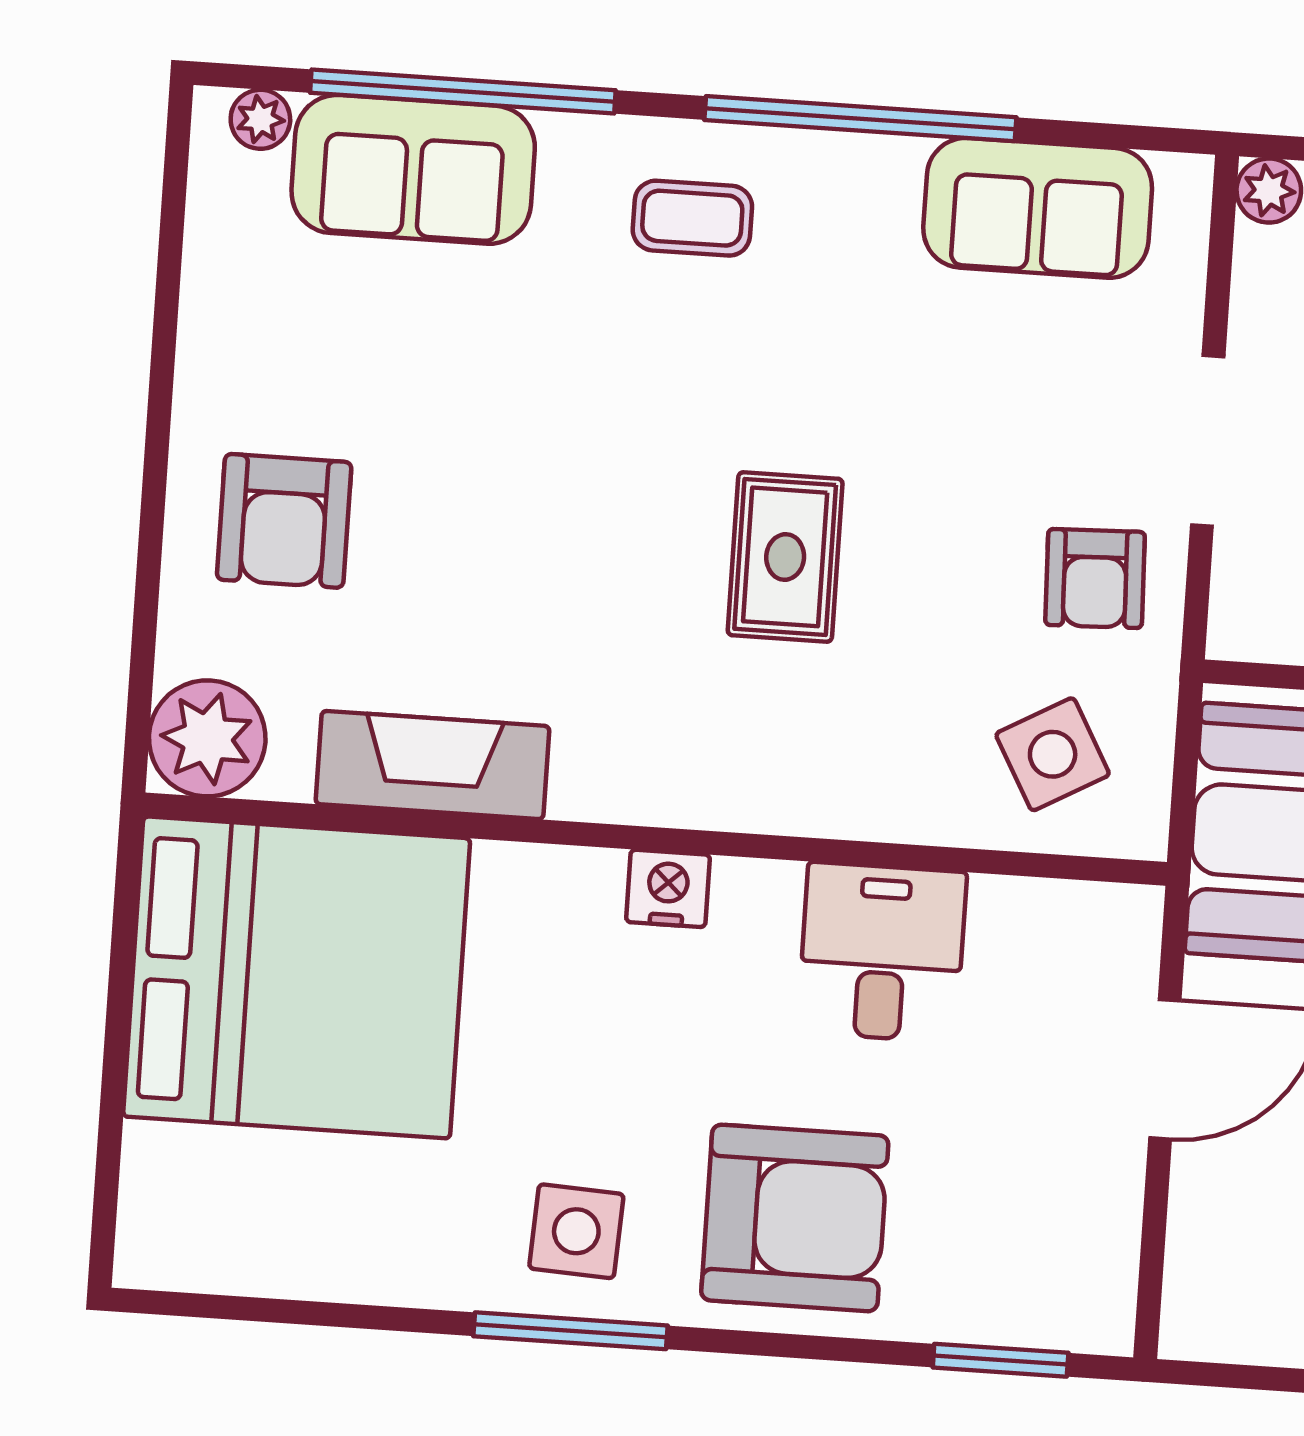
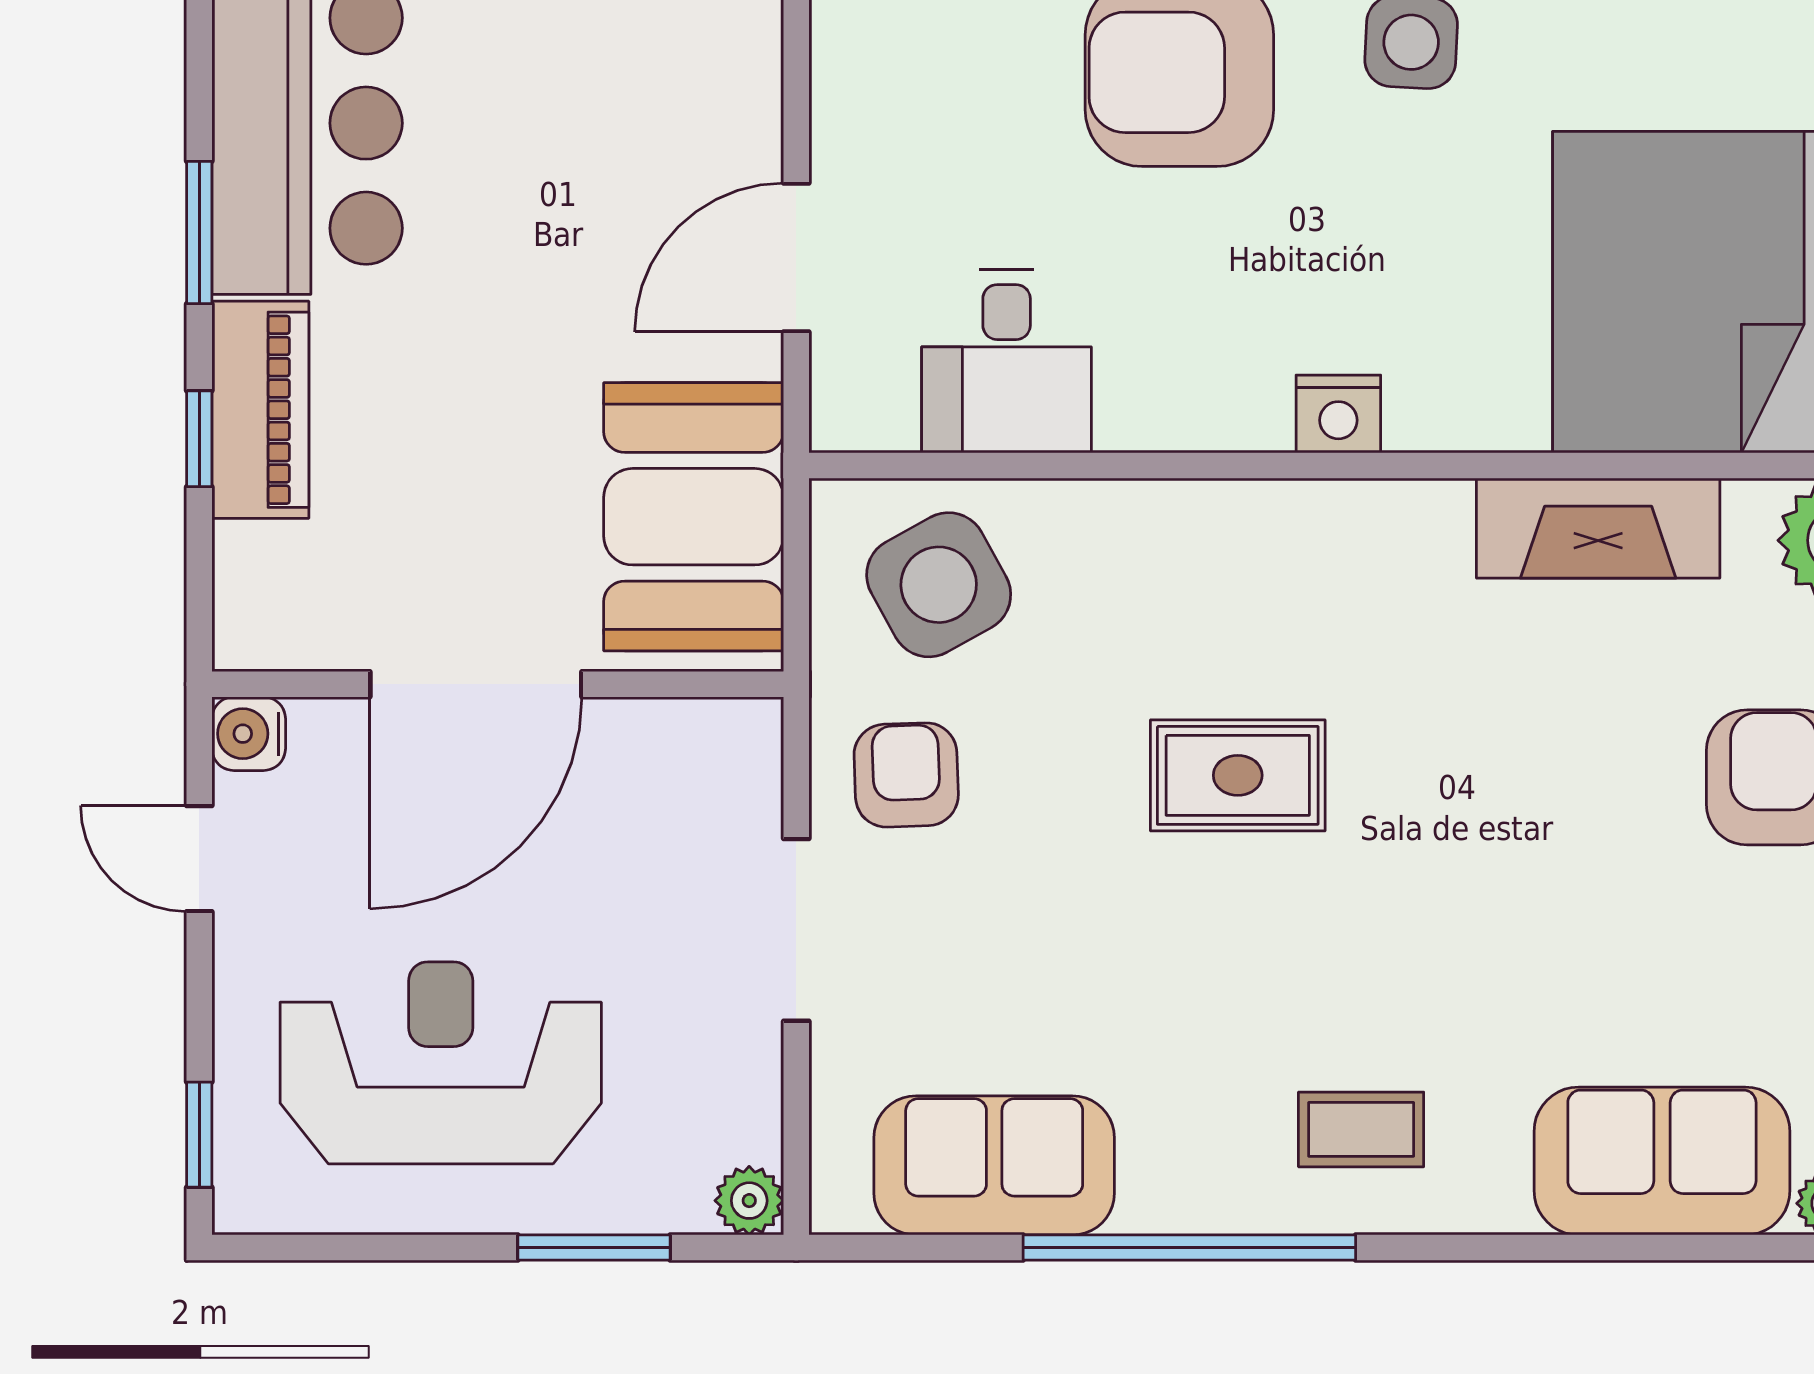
window: (463, 92) -> (1615, 1248), removed
rug: (785, 557) -> (1238, 775), turned 90
side table: (1053, 754) -> (939, 585), width x1.37, depth x1.37
desk: (882, 952) -> (1007, 361), moved

